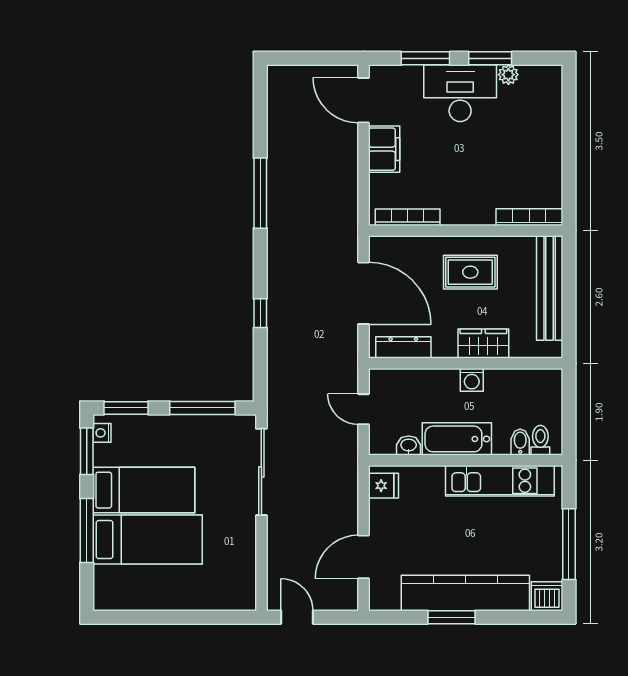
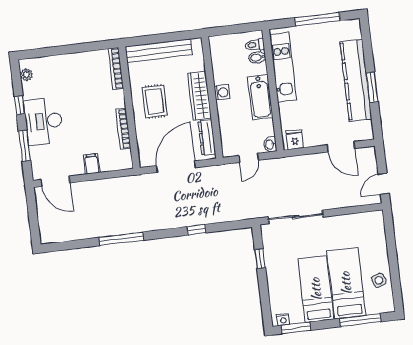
window: (490, 58) -> (20, 105), width x0.67
plant: (508, 75) -> (26, 75), moved
door: (364, 100) -> (55, 181), hinge flipped
filing cabinet: (384, 149) -> (92, 164), width x0.50
bookcase: (408, 217) -> (123, 129), moved
wardrobe: (483, 344) -> (199, 96), width x1.50
window: (126, 408) -> (266, 306), removed
window: (202, 408) -> (260, 259), width x0.46
washbasin: (409, 446) -> (270, 144), moved
window: (87, 531) -> (360, 320), moved
side table: (146, 591) -> (379, 280), added
dishwasher: (547, 596) -> (352, 29), removed

